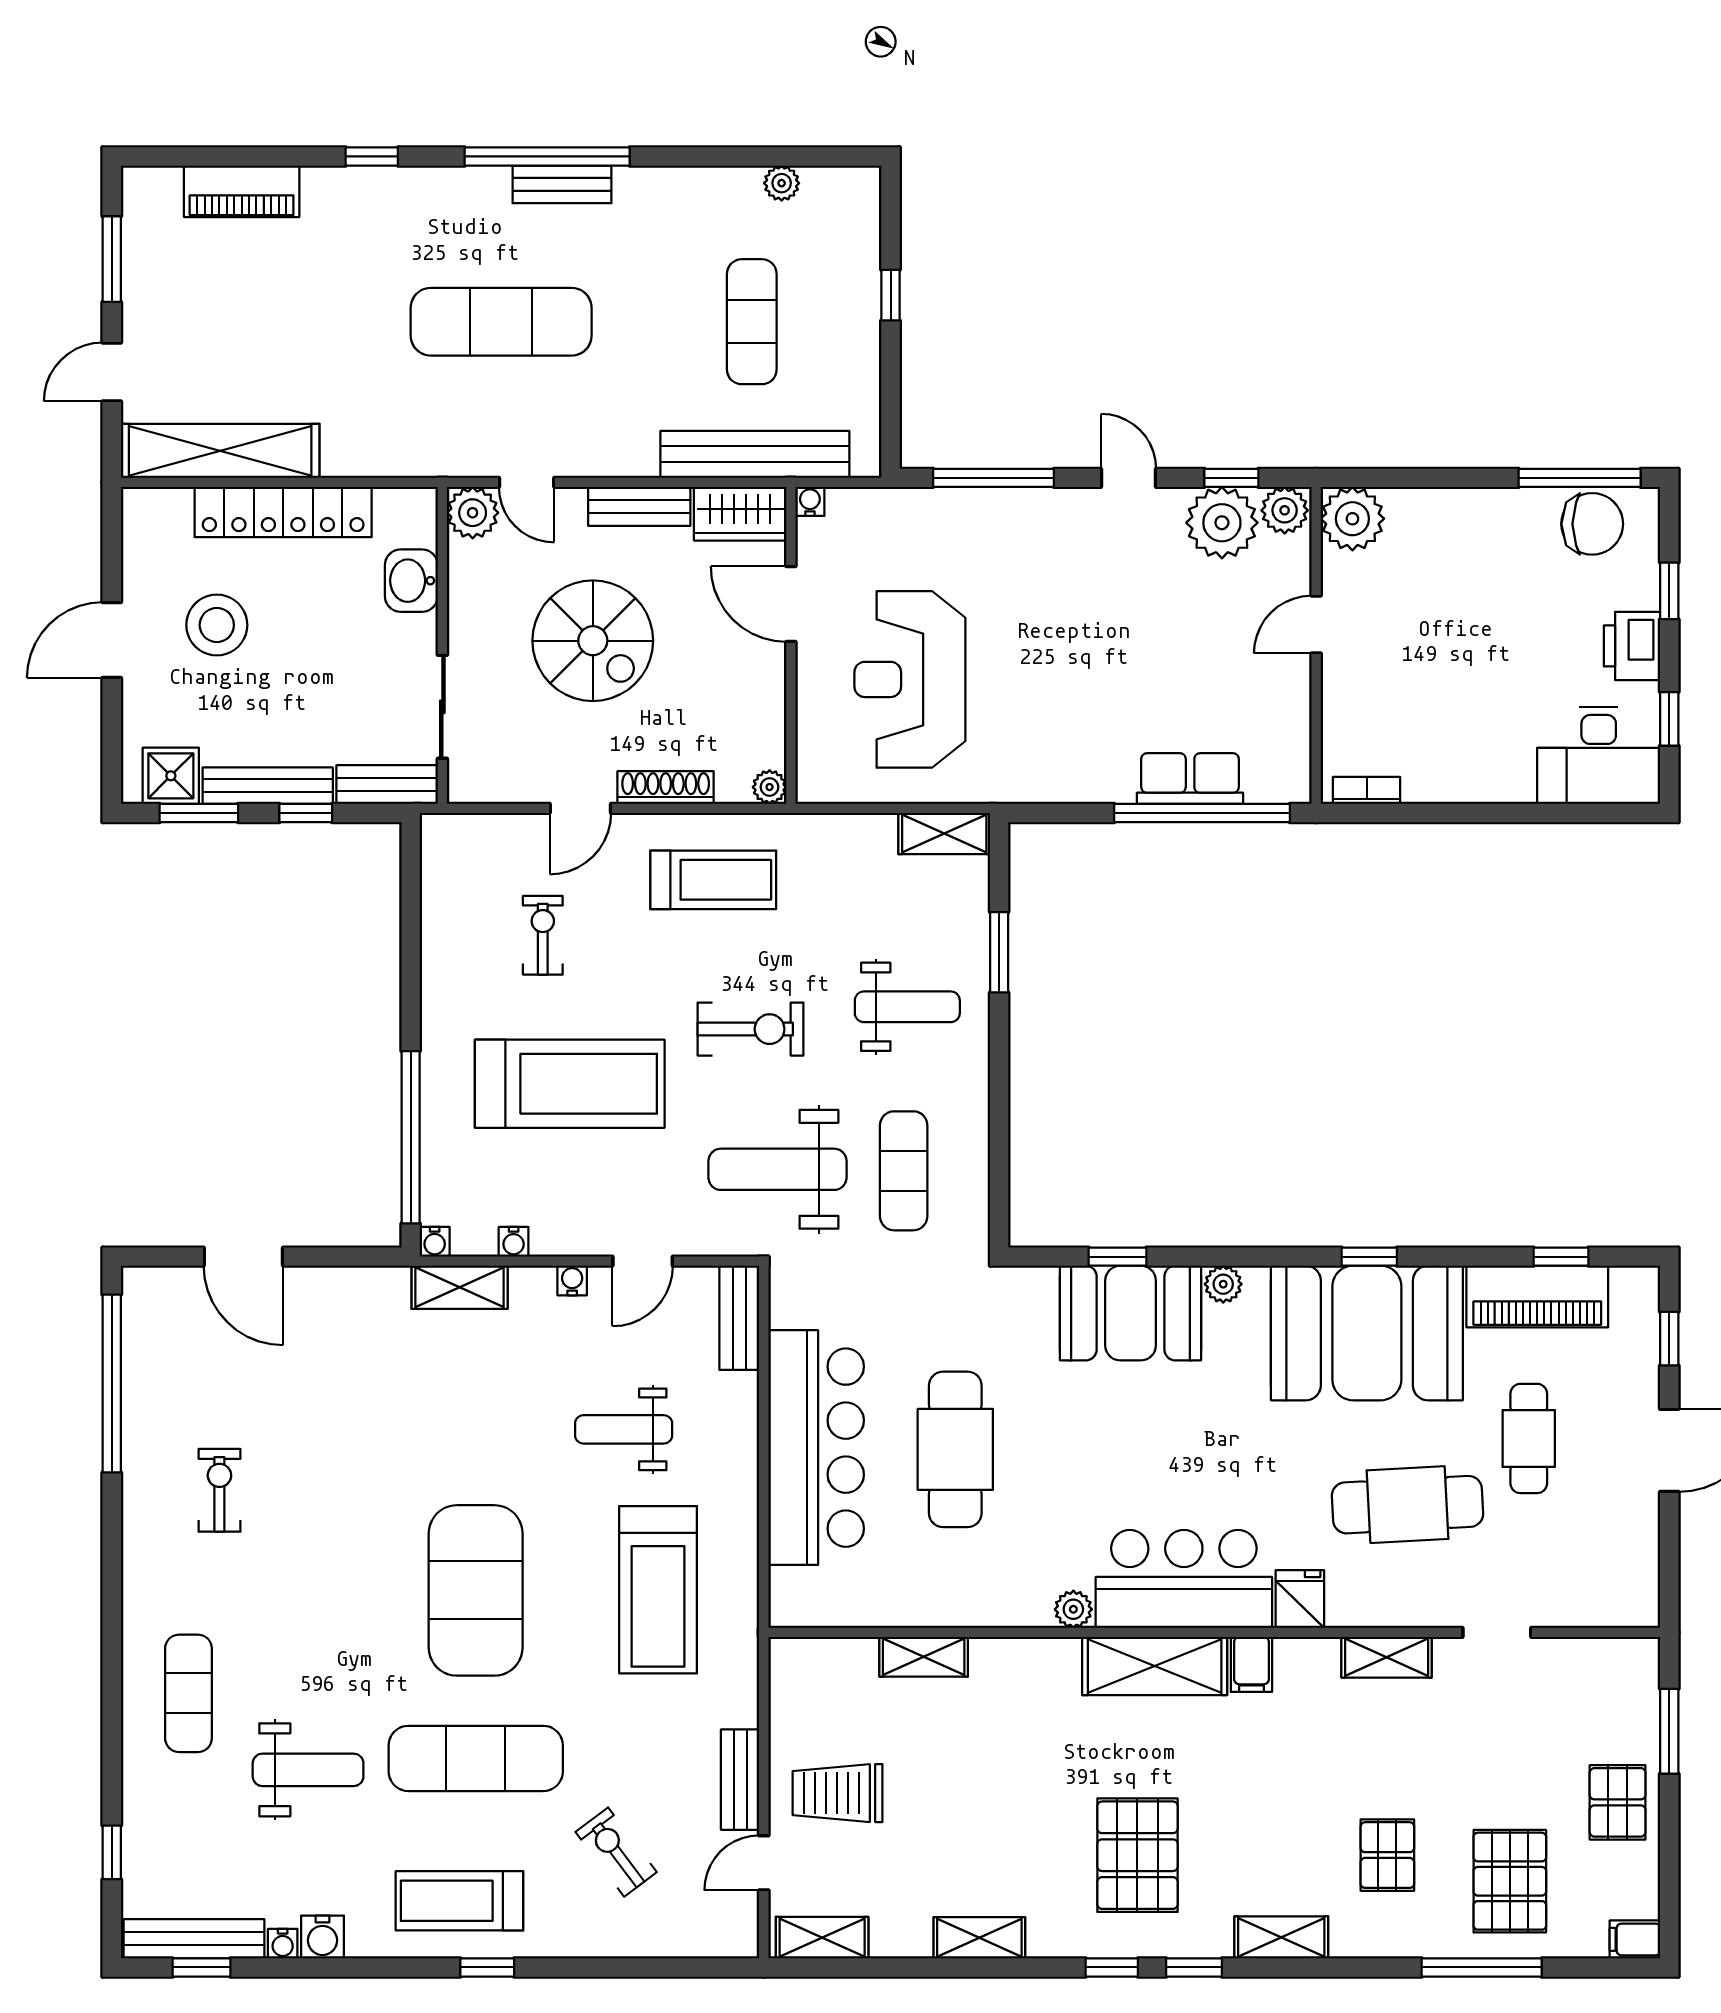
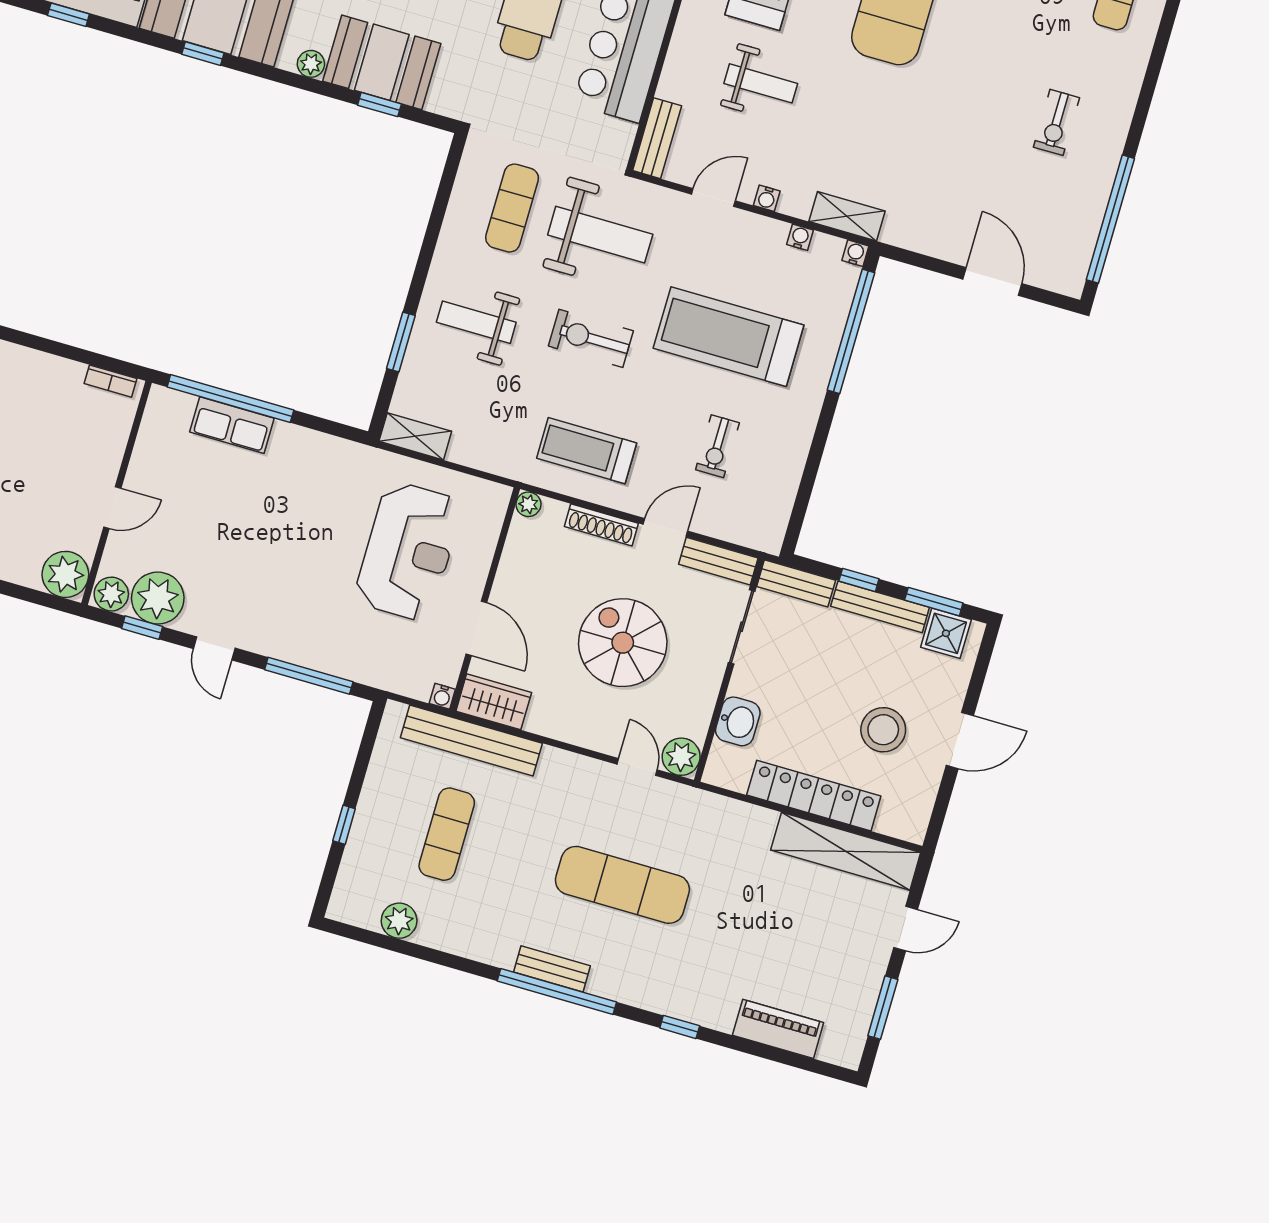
plant: (782, 183) -> (399, 921), width x1.38, depth x1.38
bench: (639, 506) -> (718, 561), moved

